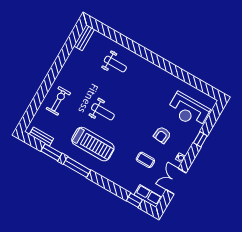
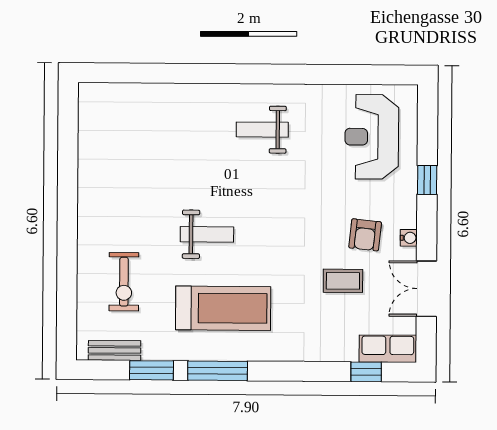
bench: (84, 38) -> (88, 110), removed
weight bench: (115, 64) -> (262, 130), moved, turned 180
exercise bike: (58, 101) -> (124, 282), moved, turned 180
reception desk: (188, 110) -> (372, 137), turned 90
armchair: (162, 135) -> (365, 235), moved

